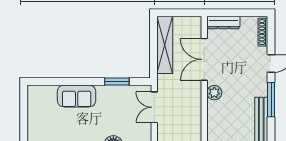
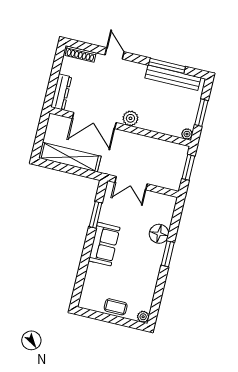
sofa: (77, 96) -> (104, 244), moved
window: (271, 100) -> (167, 66), moved
coffee table: (36, 121) -> (116, 307), added

